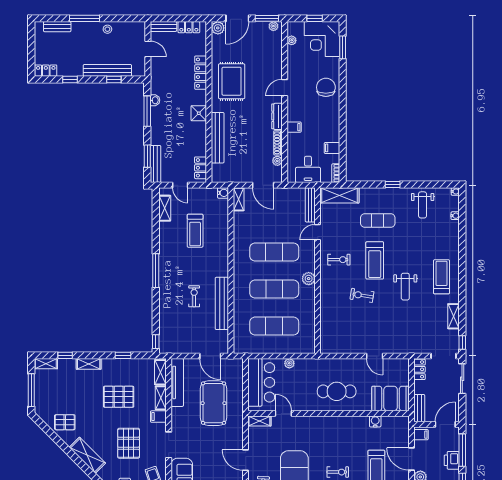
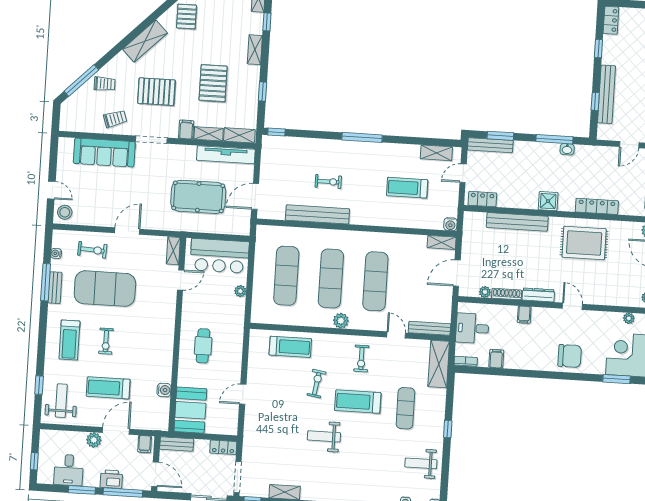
treadmill: (441, 277) -> (290, 347), moved
cafe table: (337, 391) -> (203, 346), width x0.73, depth x0.74

